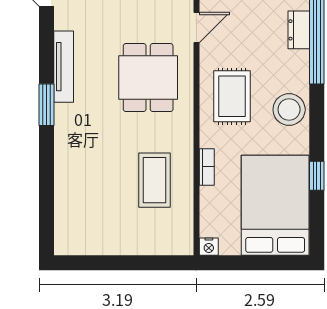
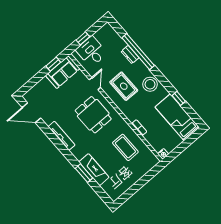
rug: (232, 96) -> (124, 86), moved
window: (47, 105) -> (84, 173), moved
fireplace: (69, 171) -> (94, 170), added
bed: (275, 205) -> (177, 117), width x0.67

